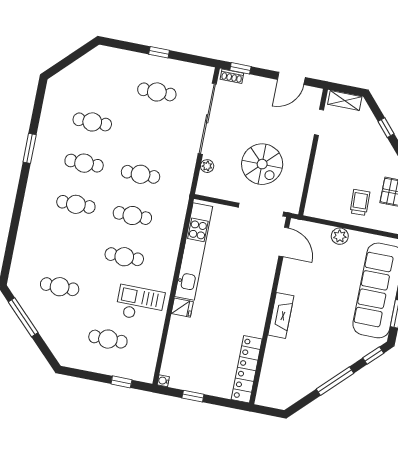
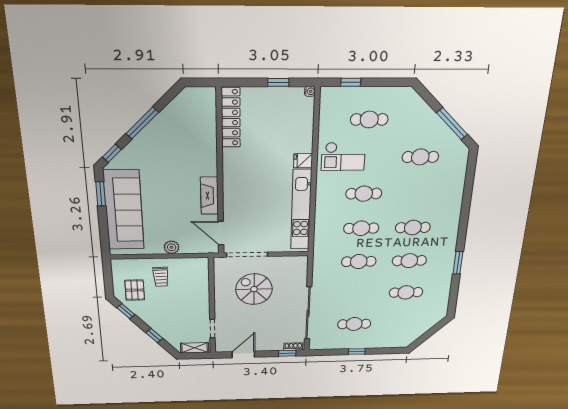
plant: (207, 166) -> (302, 279), removed
fireplace: (281, 315) -> (210, 196), moved

